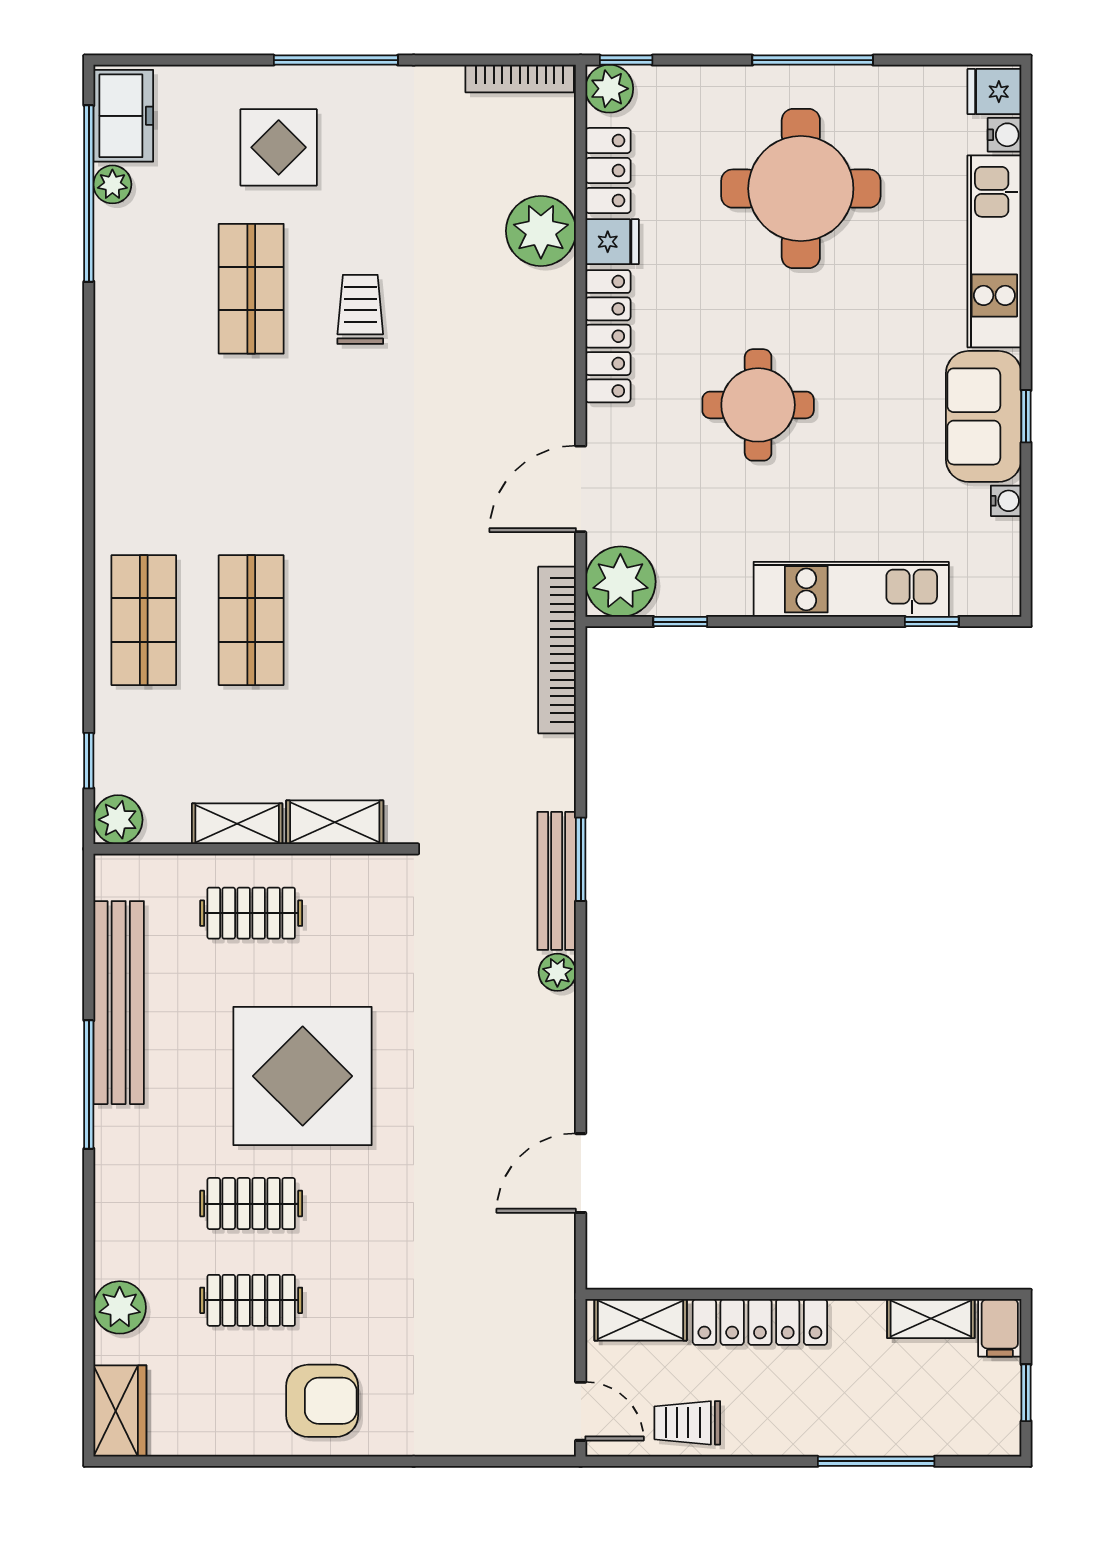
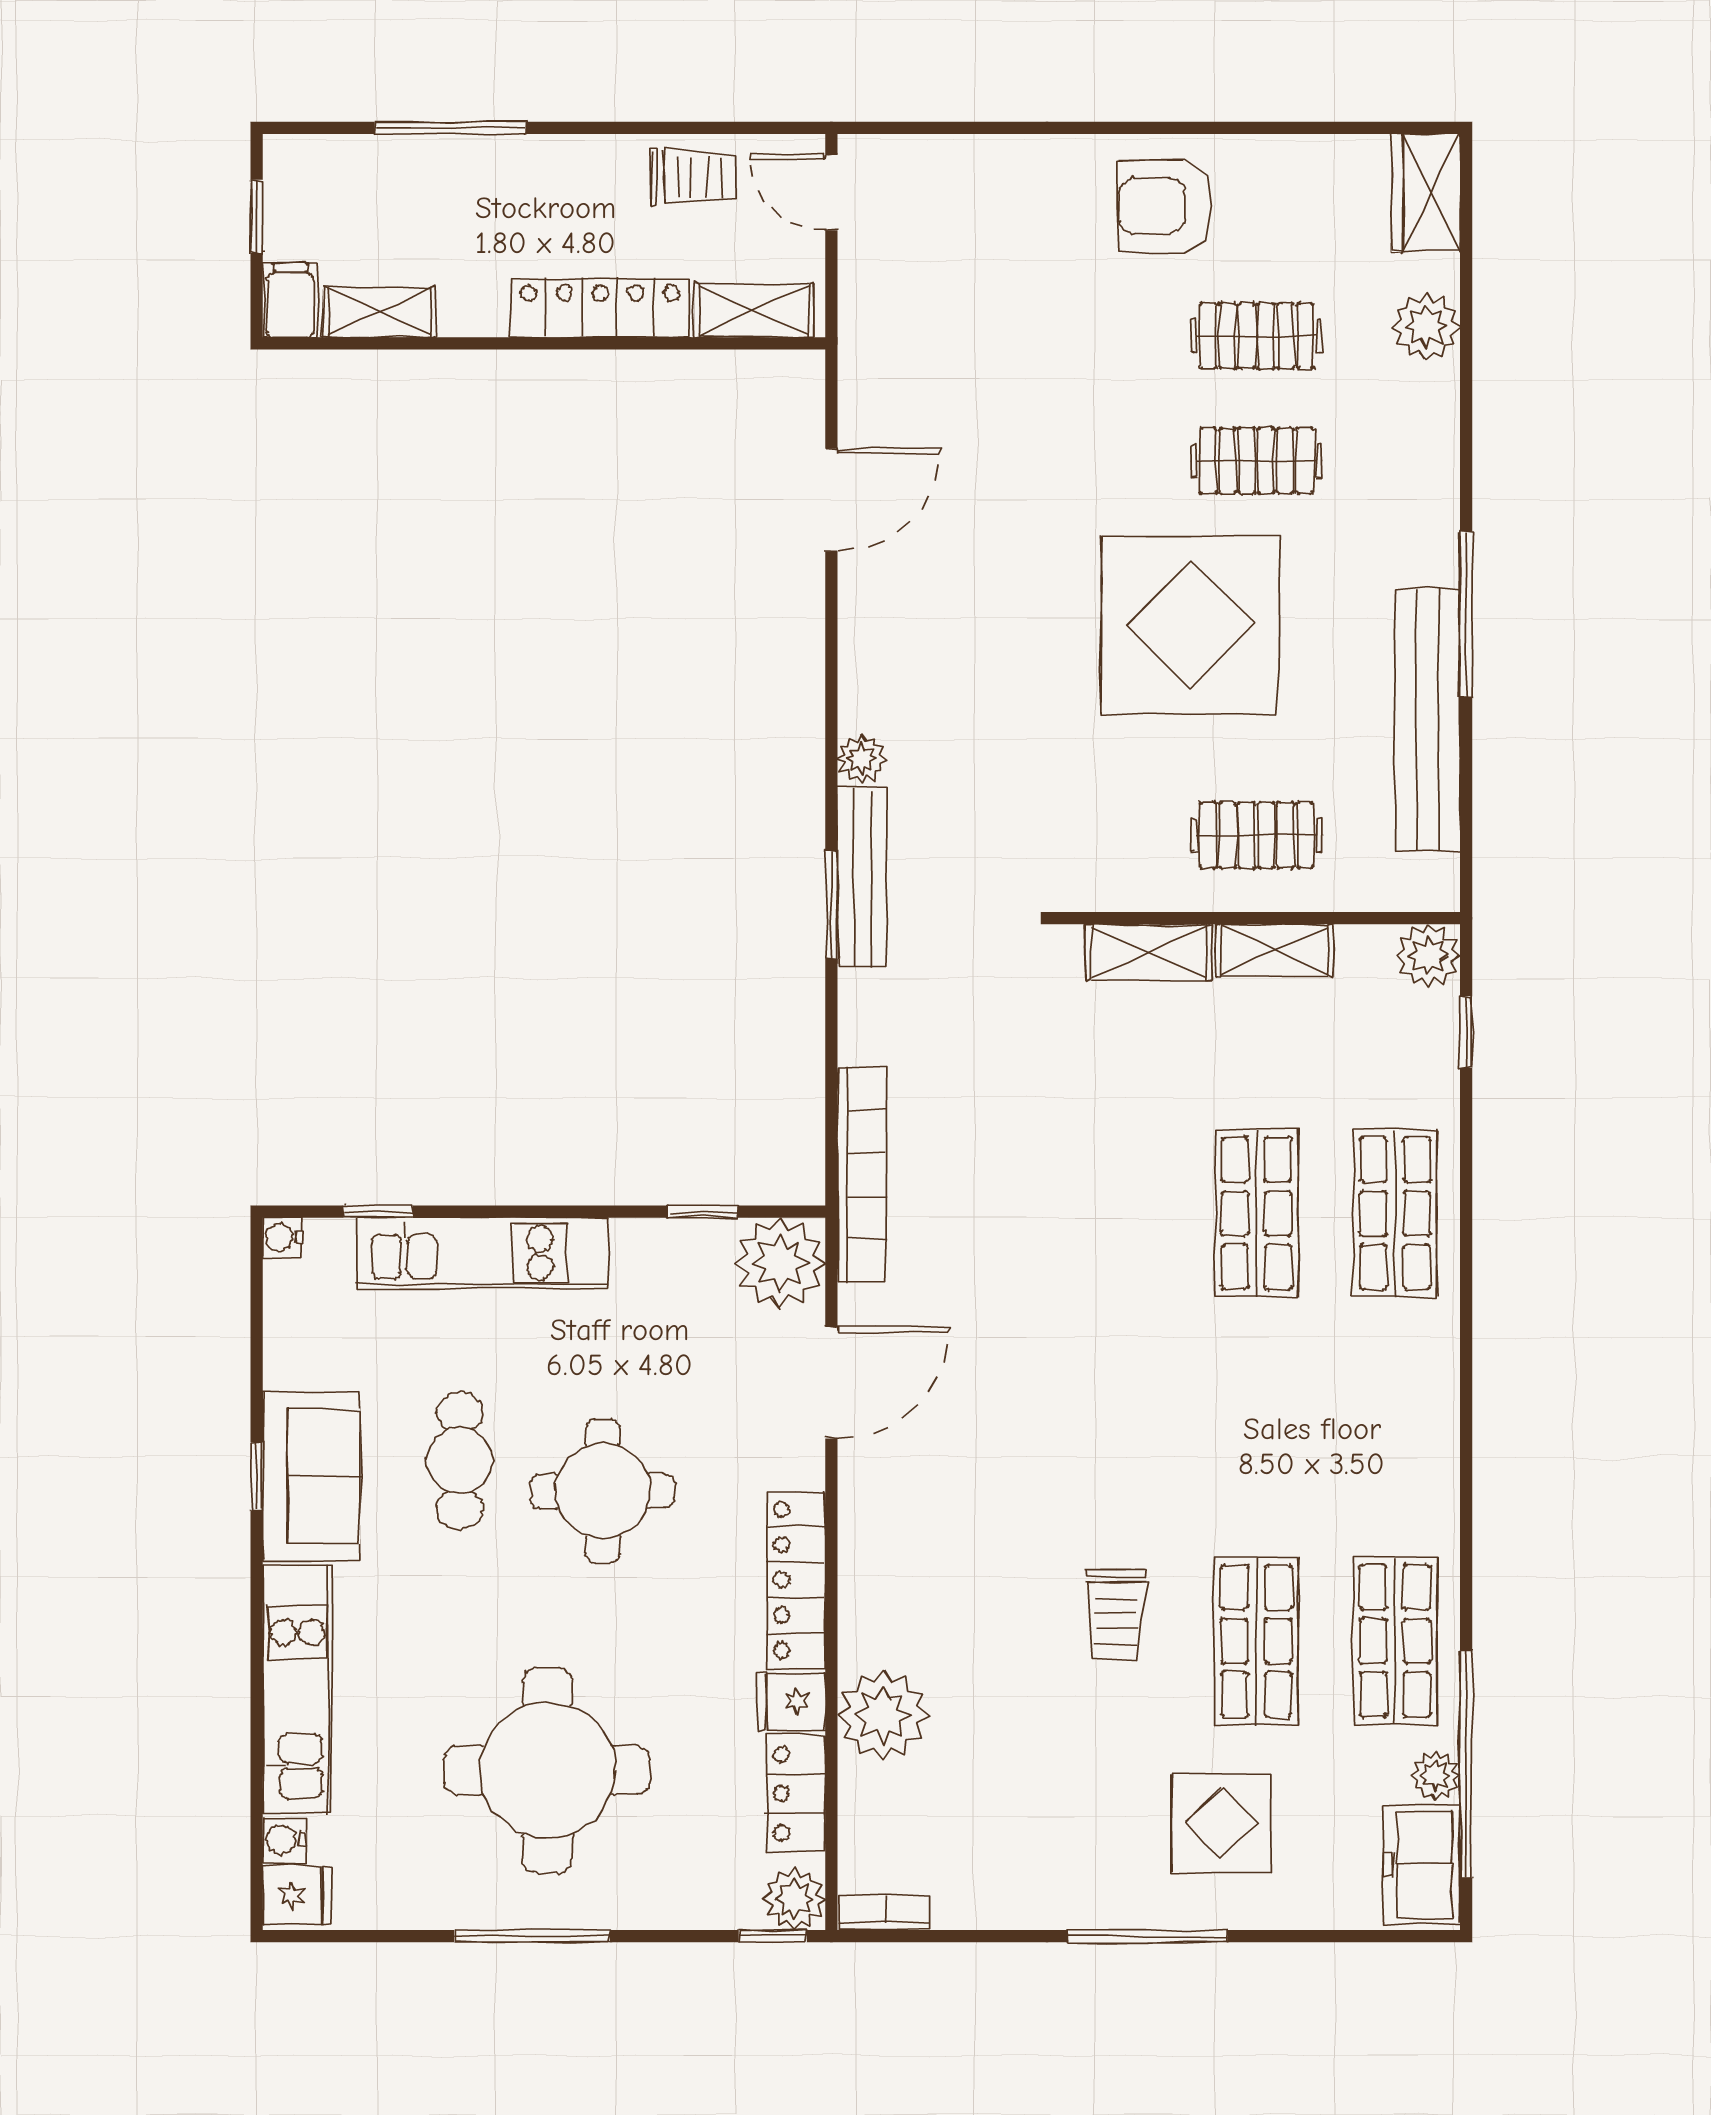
bookcase: (520, 79) -> (885, 1912), width x0.64
shop shelf: (144, 289) -> (1395, 1641), added
cafe table: (869, 429) -> (459, 1460), added
water cooler: (1006, 501) -> (282, 1237), moved

